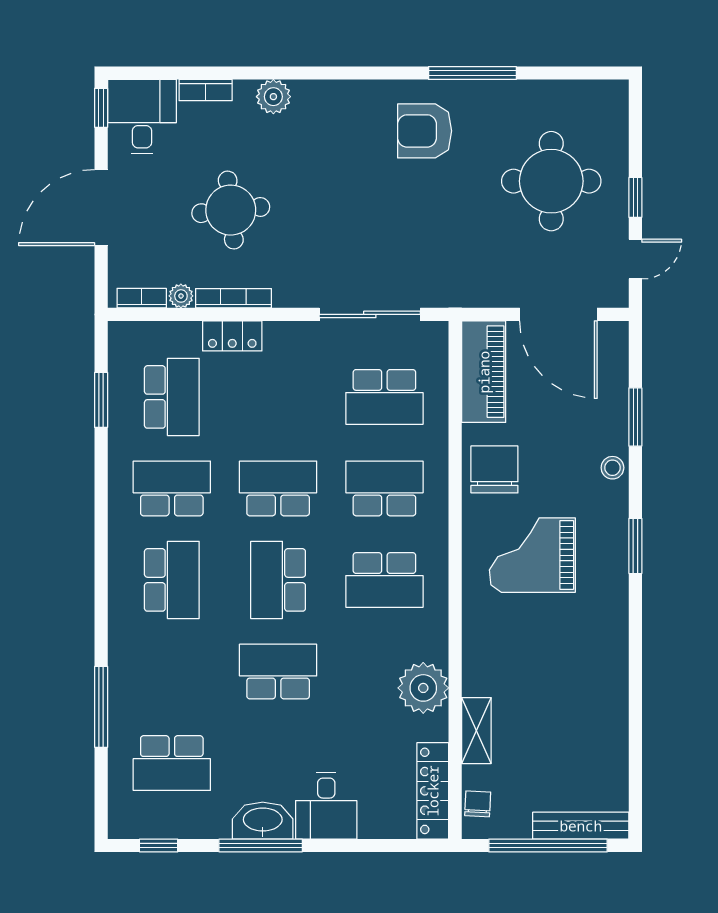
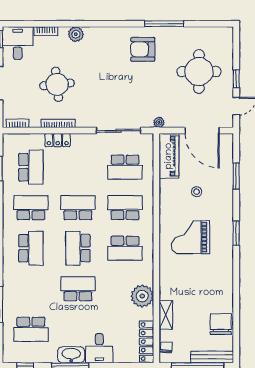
plant: (181, 296) -> (159, 122), moved
stool: (612, 468) -> (197, 192), moved
chair: (494, 469) -> (221, 324), moved

